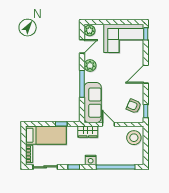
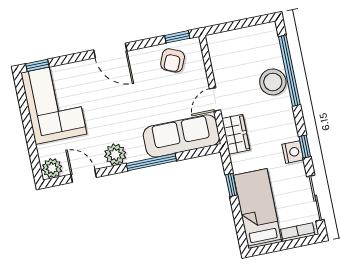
stool: (134, 138) -> (273, 82), moved
nightstand: (91, 160) -> (293, 152), moved

